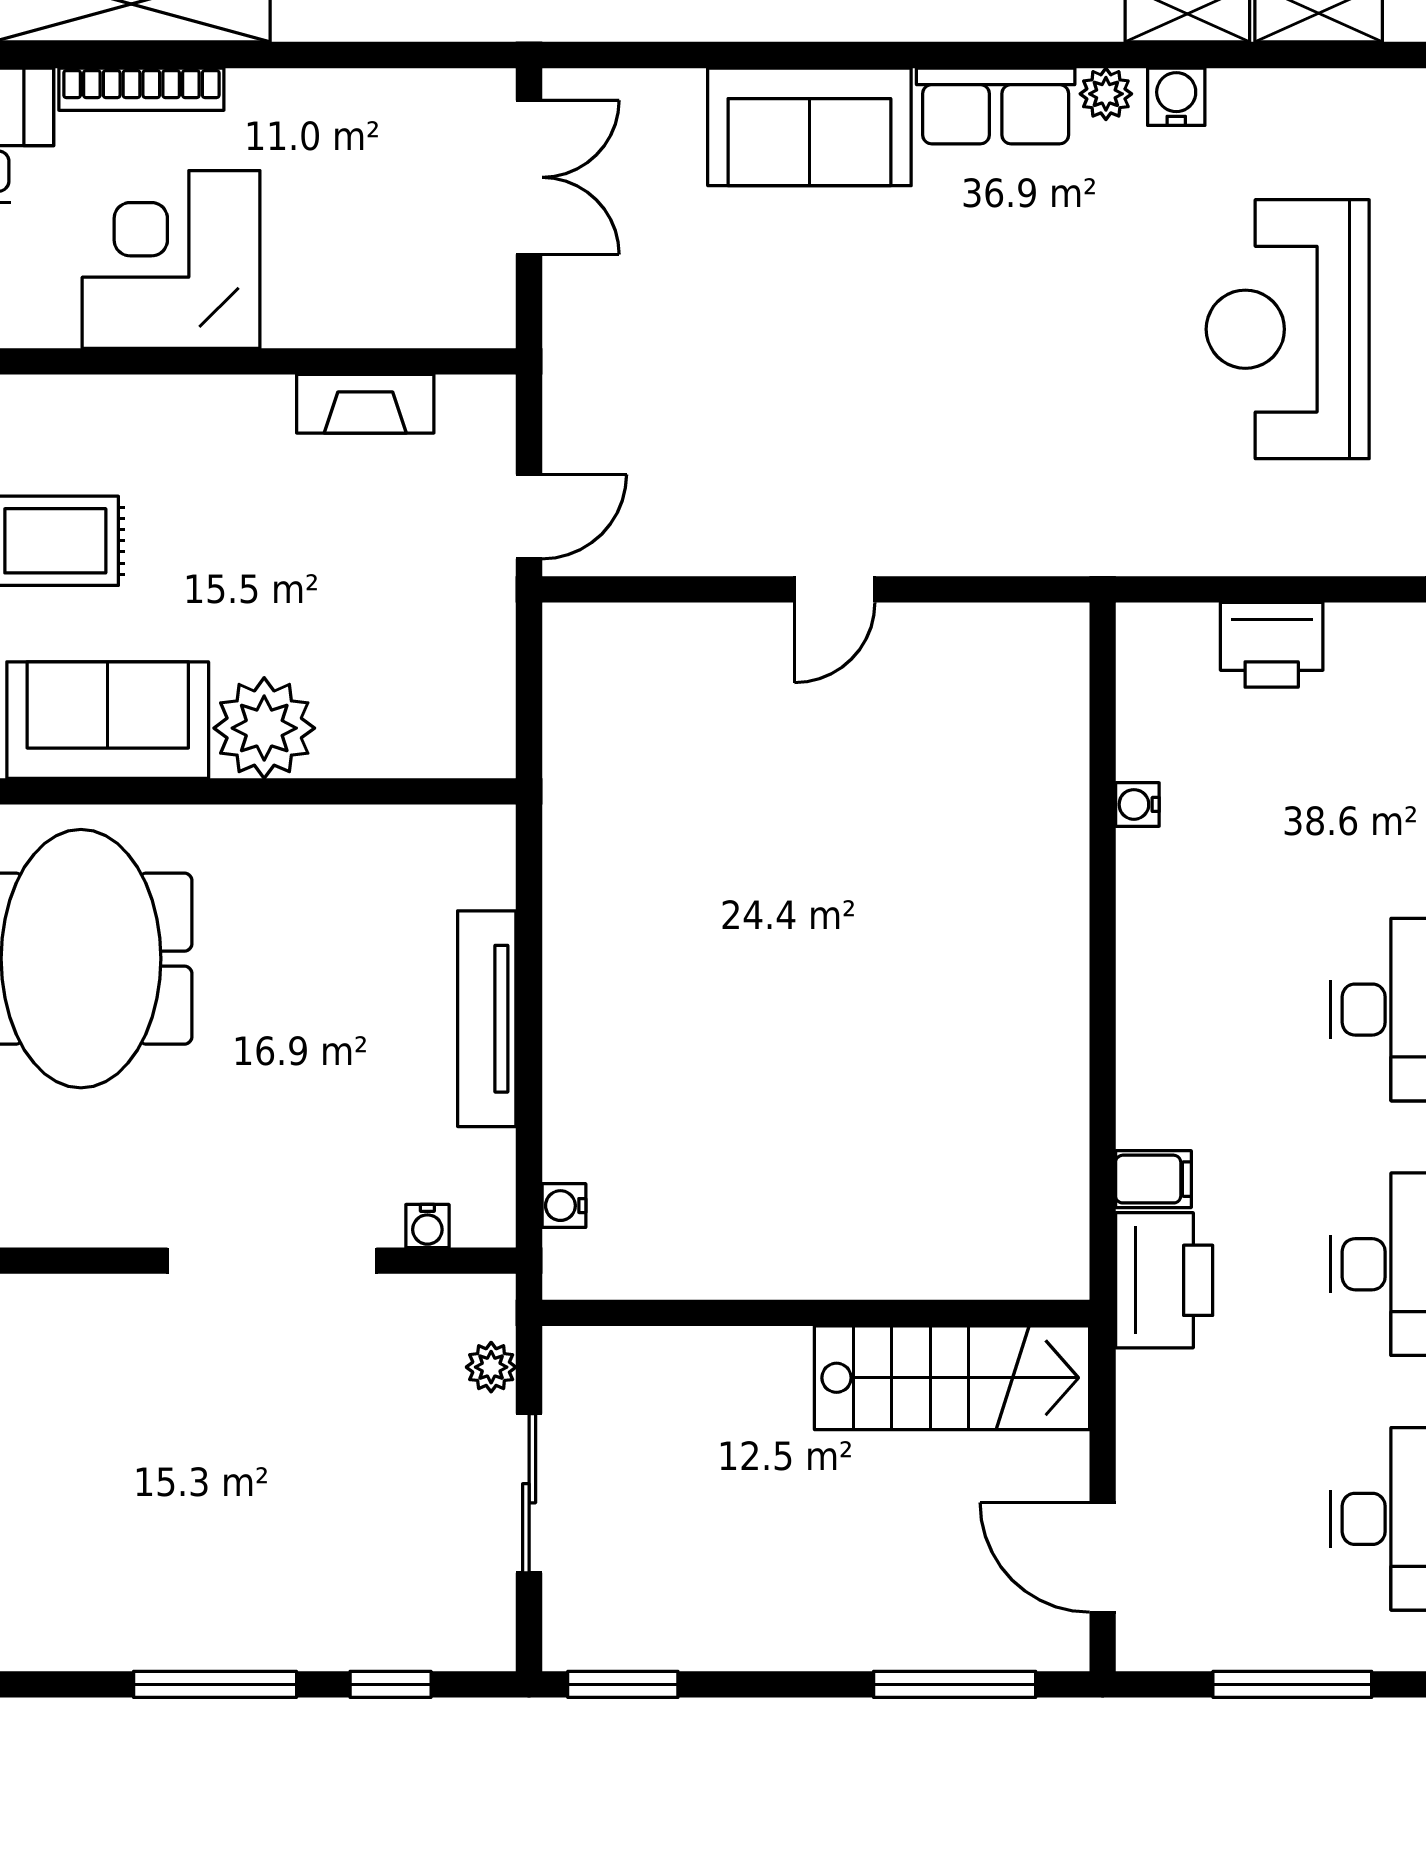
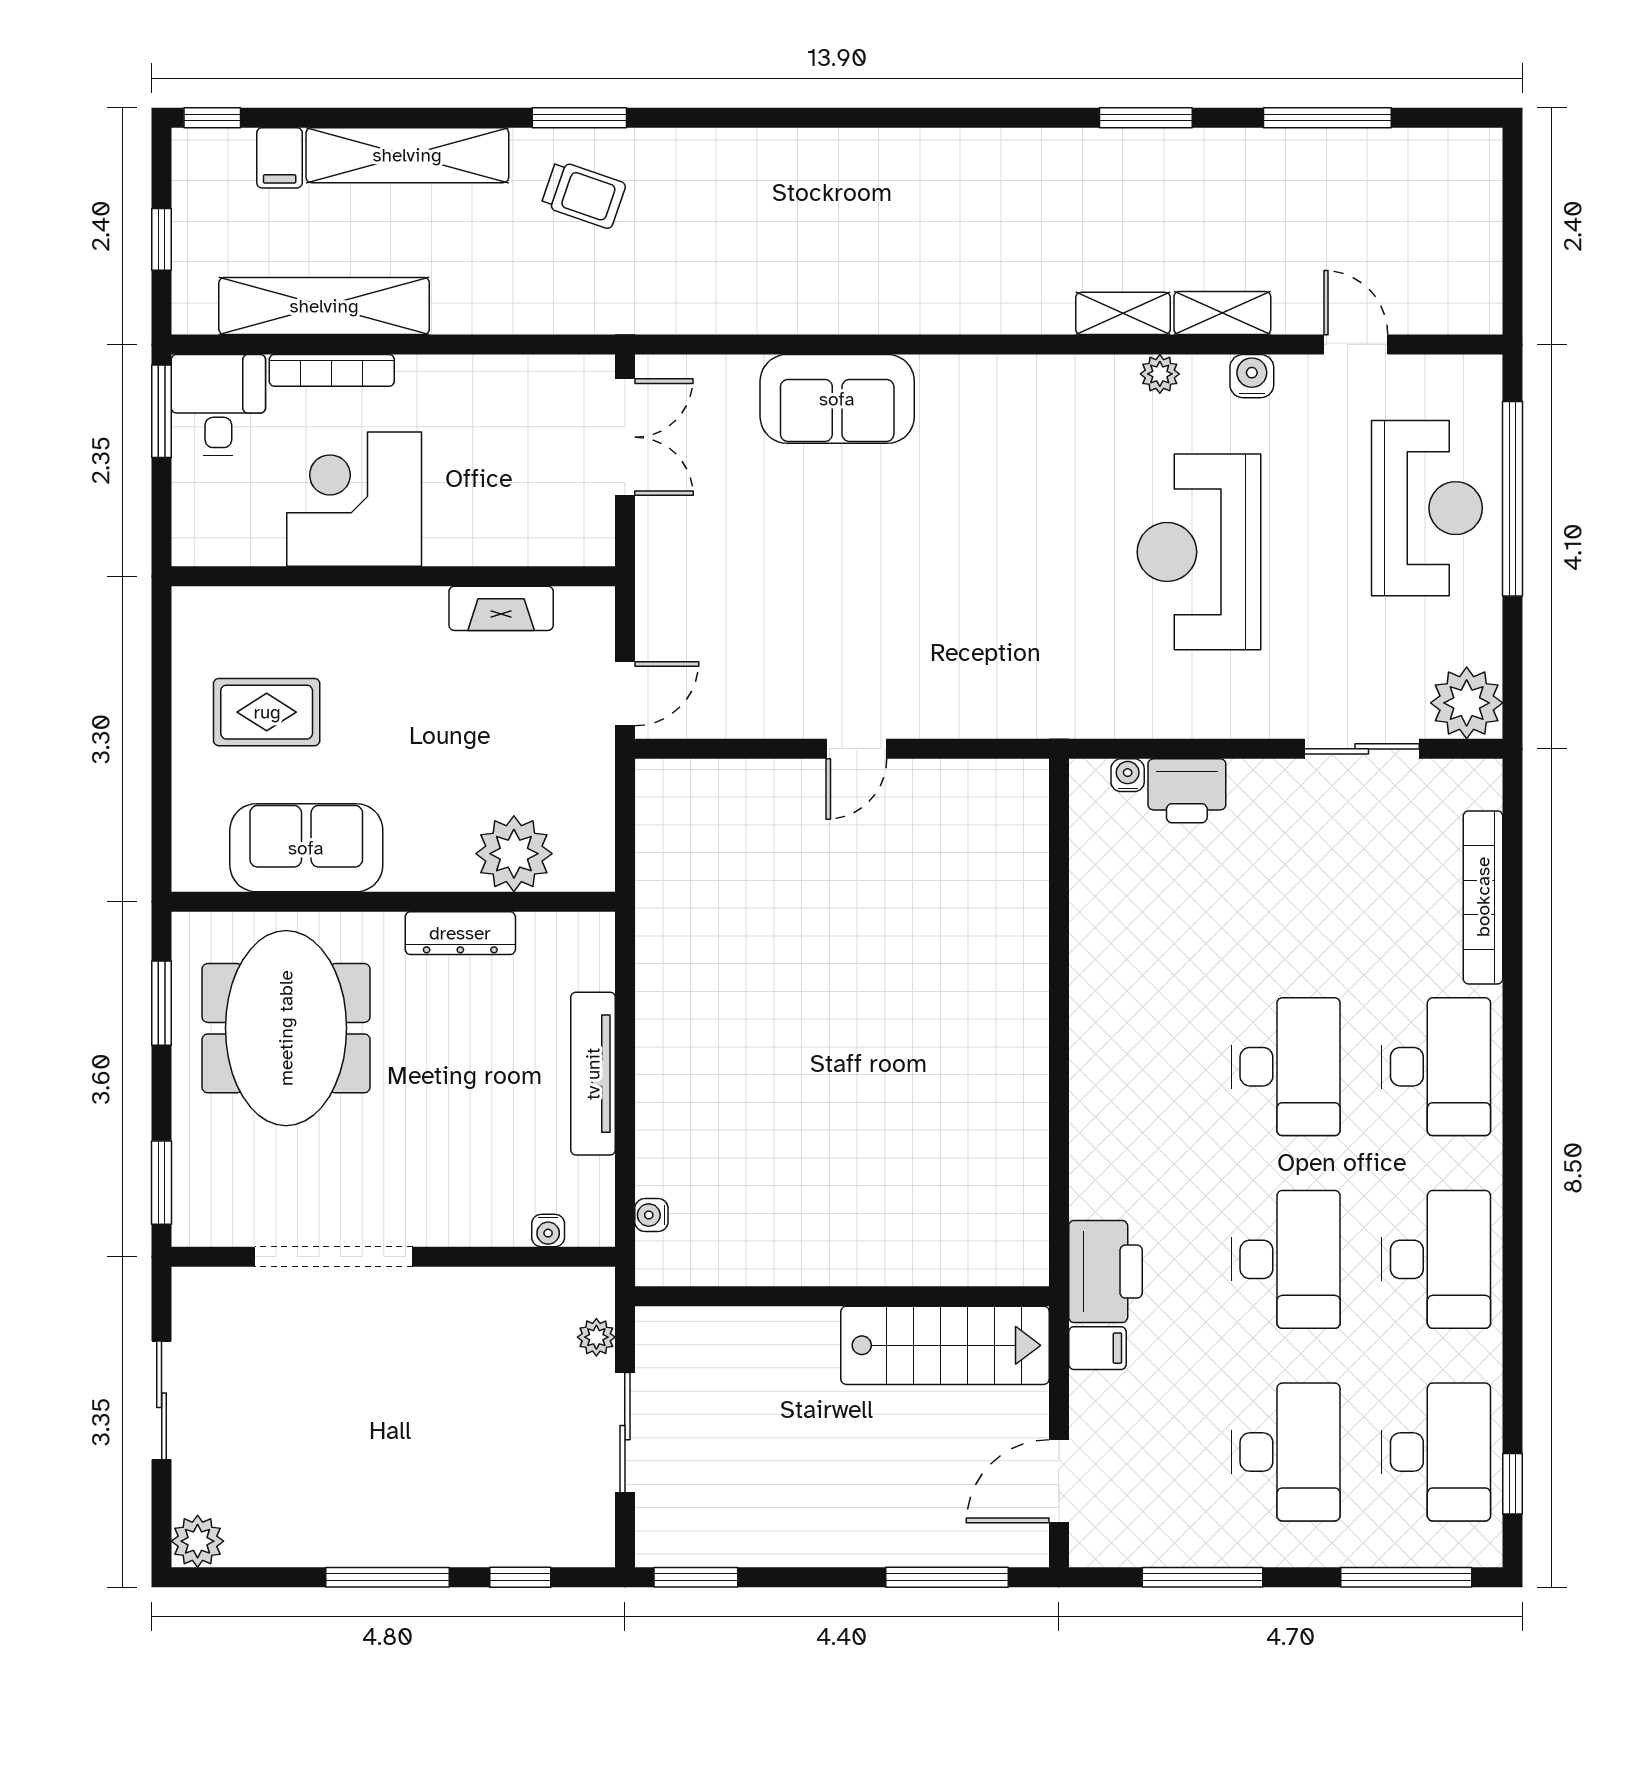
plant: (1106, 94) -> (1160, 374), moved
water cooler: (1176, 97) -> (1252, 376), moved
row of seats: (996, 106) -> (978, 383), removed
plant: (264, 728) -> (514, 854), moved
water cooler: (1137, 804) -> (1128, 775), moved, turned 90
dresser: (311, 833) -> (460, 933), added
filing cabinet: (1153, 1179) -> (1097, 1348), moved
doorway: (272, 1261) -> (334, 1257), moved
door: (1103, 1557) -> (1059, 1481), hinge flipped

